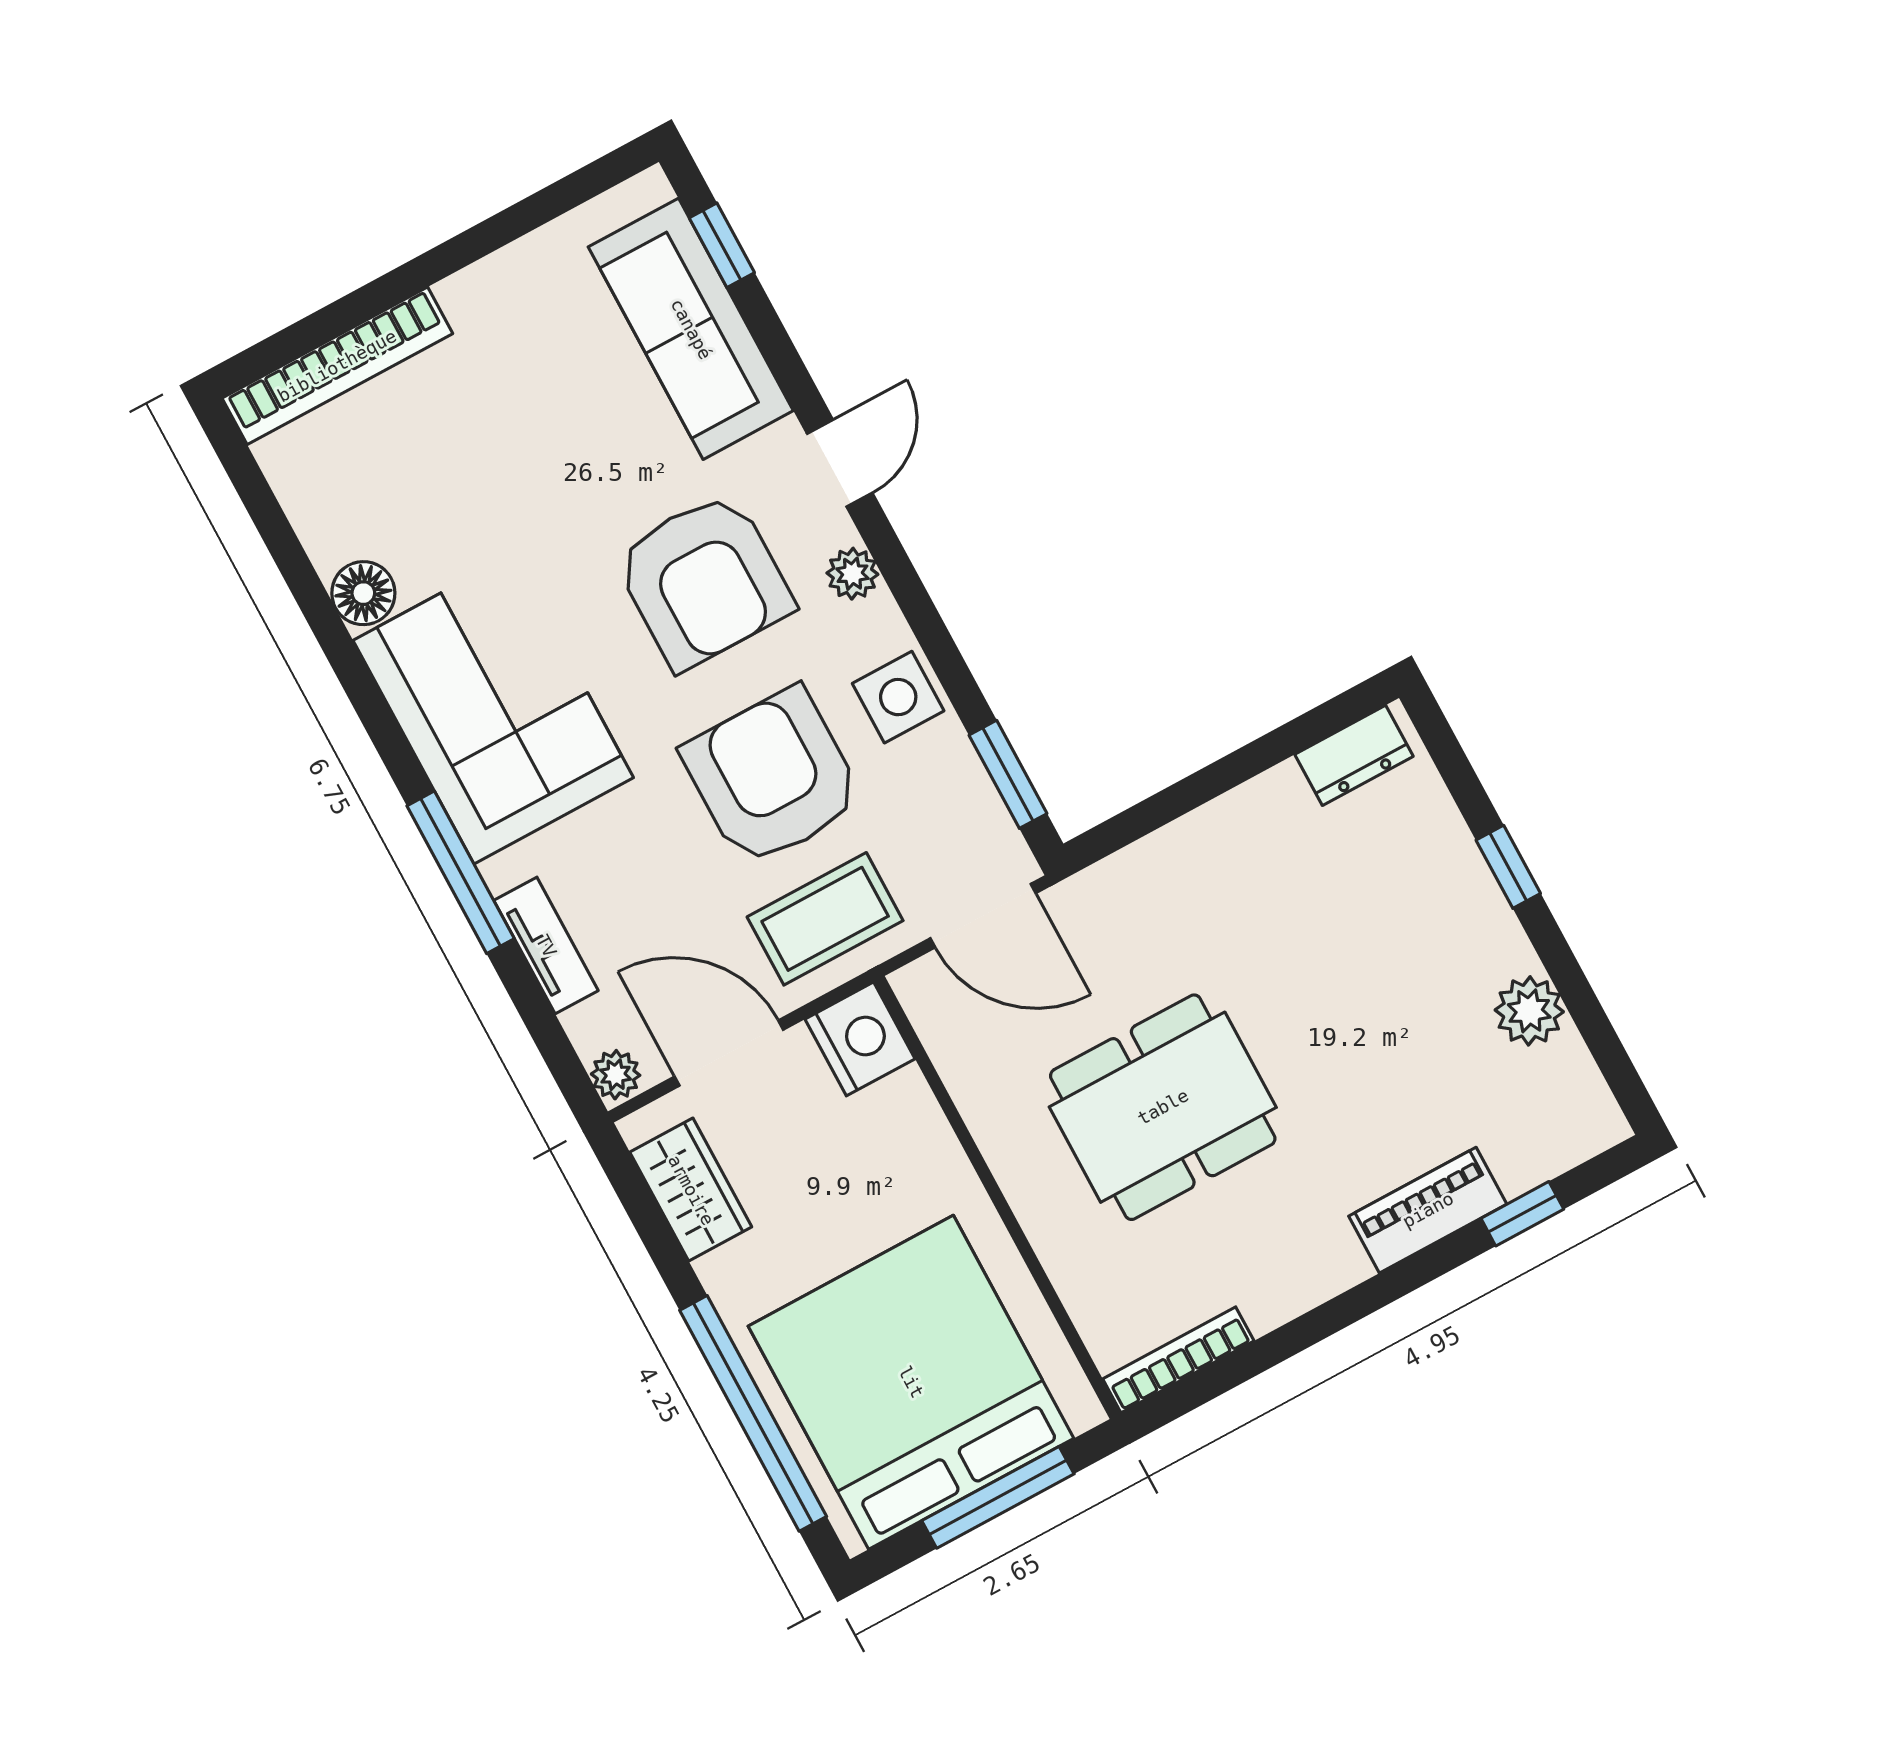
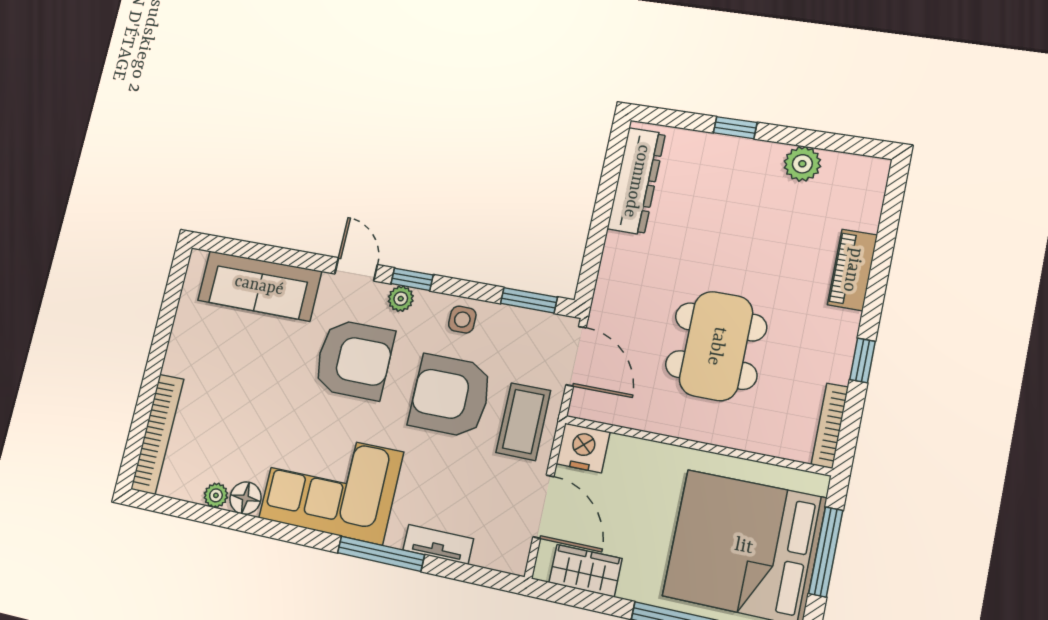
window: (722, 245) -> (412, 279), moved
side table: (898, 697) -> (462, 320), width x0.73, depth x0.73
dresser: (1354, 755) -> (636, 181), width x1.96, depth x1.24
door: (983, 916) -> (576, 356), hinge flipped
door: (729, 1053) -> (543, 507), swing flipped
plant: (616, 1075) -> (216, 495), moved
window: (1522, 1214) -> (862, 360), moved

